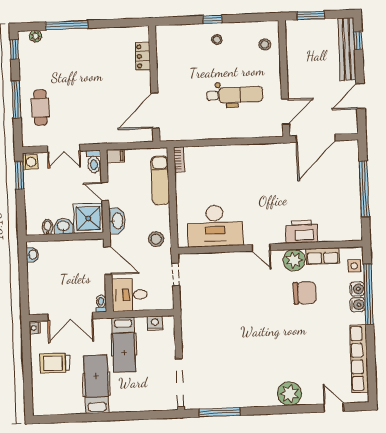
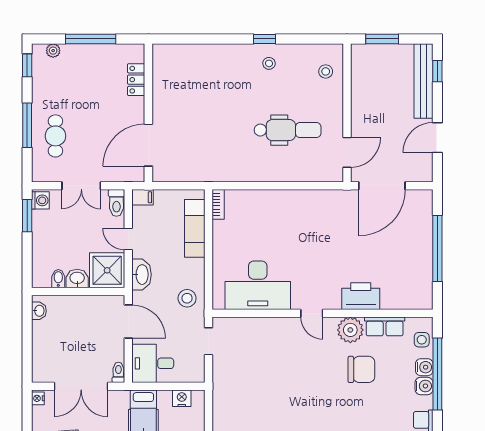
locker: (143, 56) -> (136, 80), moved
wall: (154, 84) -> (148, 113), moved
door: (155, 111) -> (148, 145), moved

